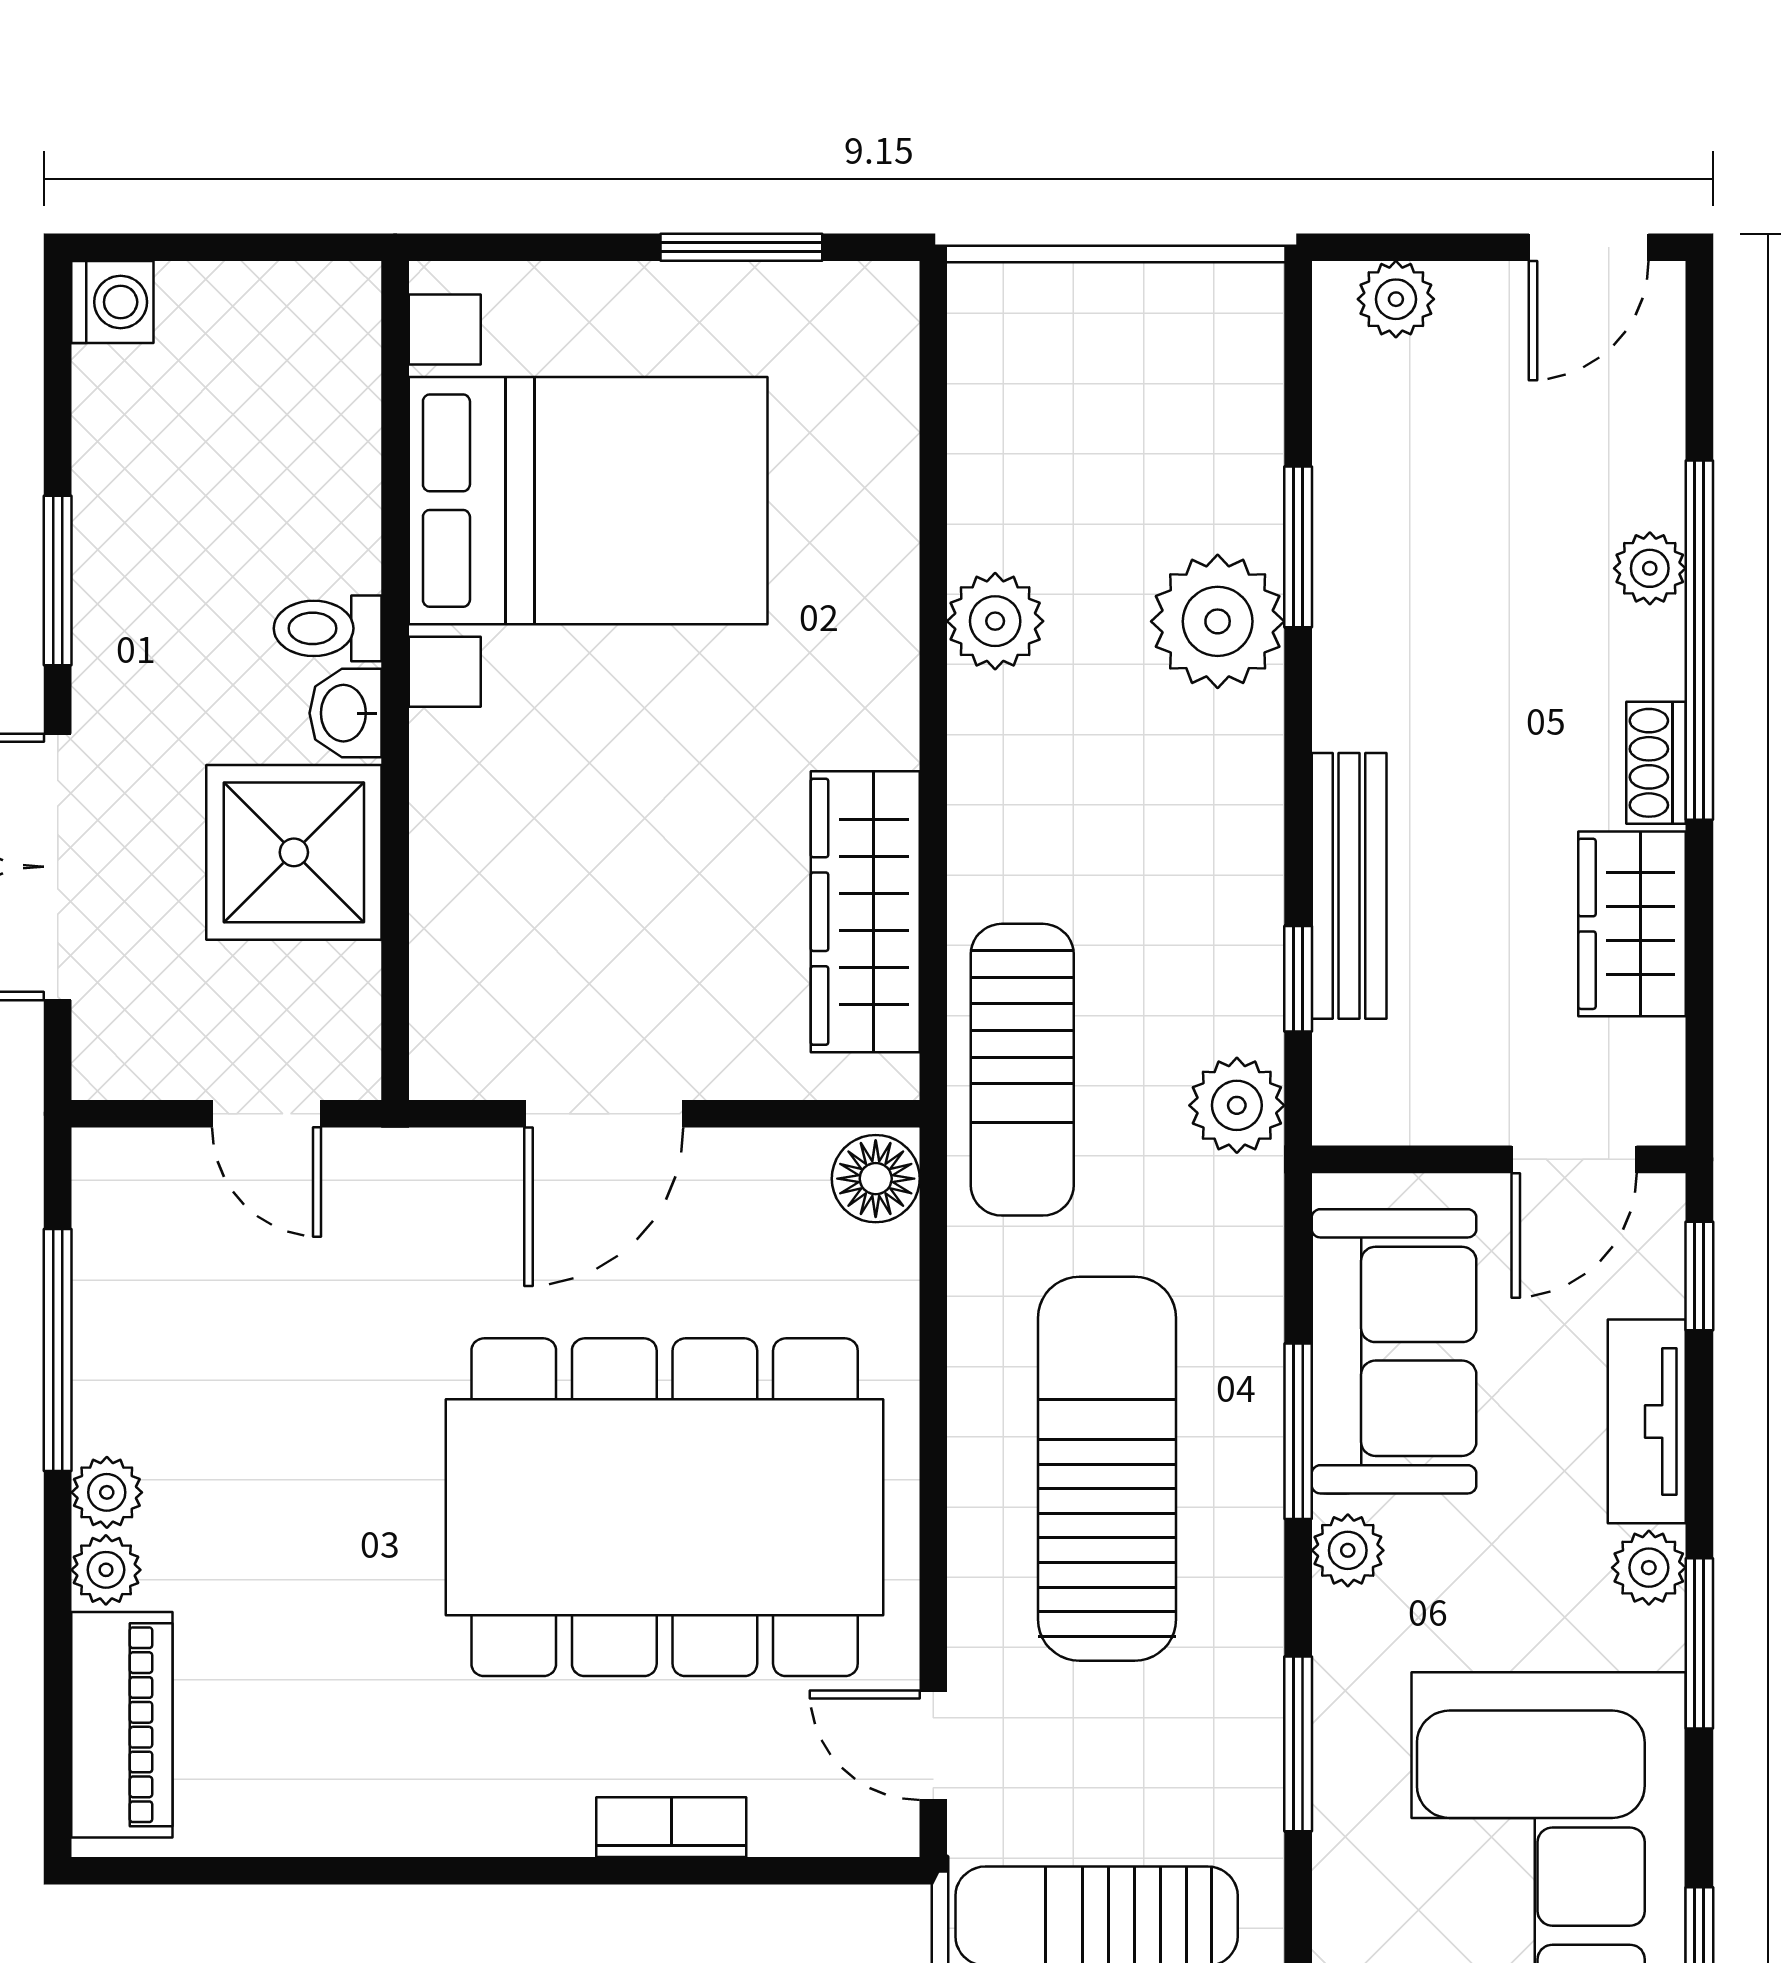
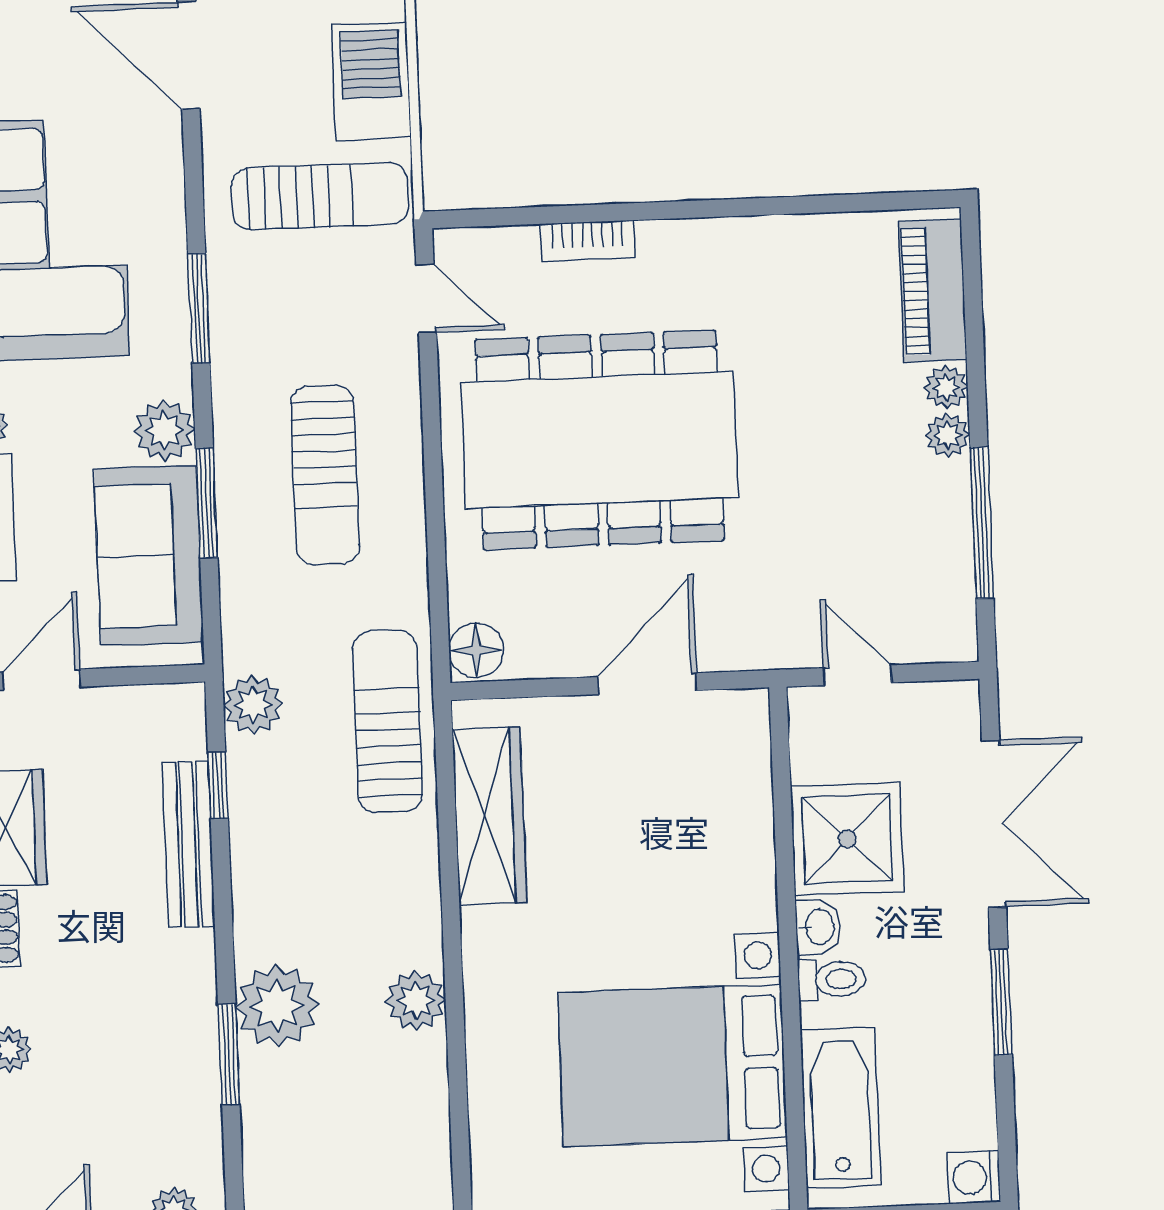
bathtub: (322, 422) -> (841, 1108), added
sun lounger: (1107, 1469) -> (325, 475), width x0.73, depth x0.75
plant: (1348, 1550) -> (164, 431), width x1.38, depth x1.38

